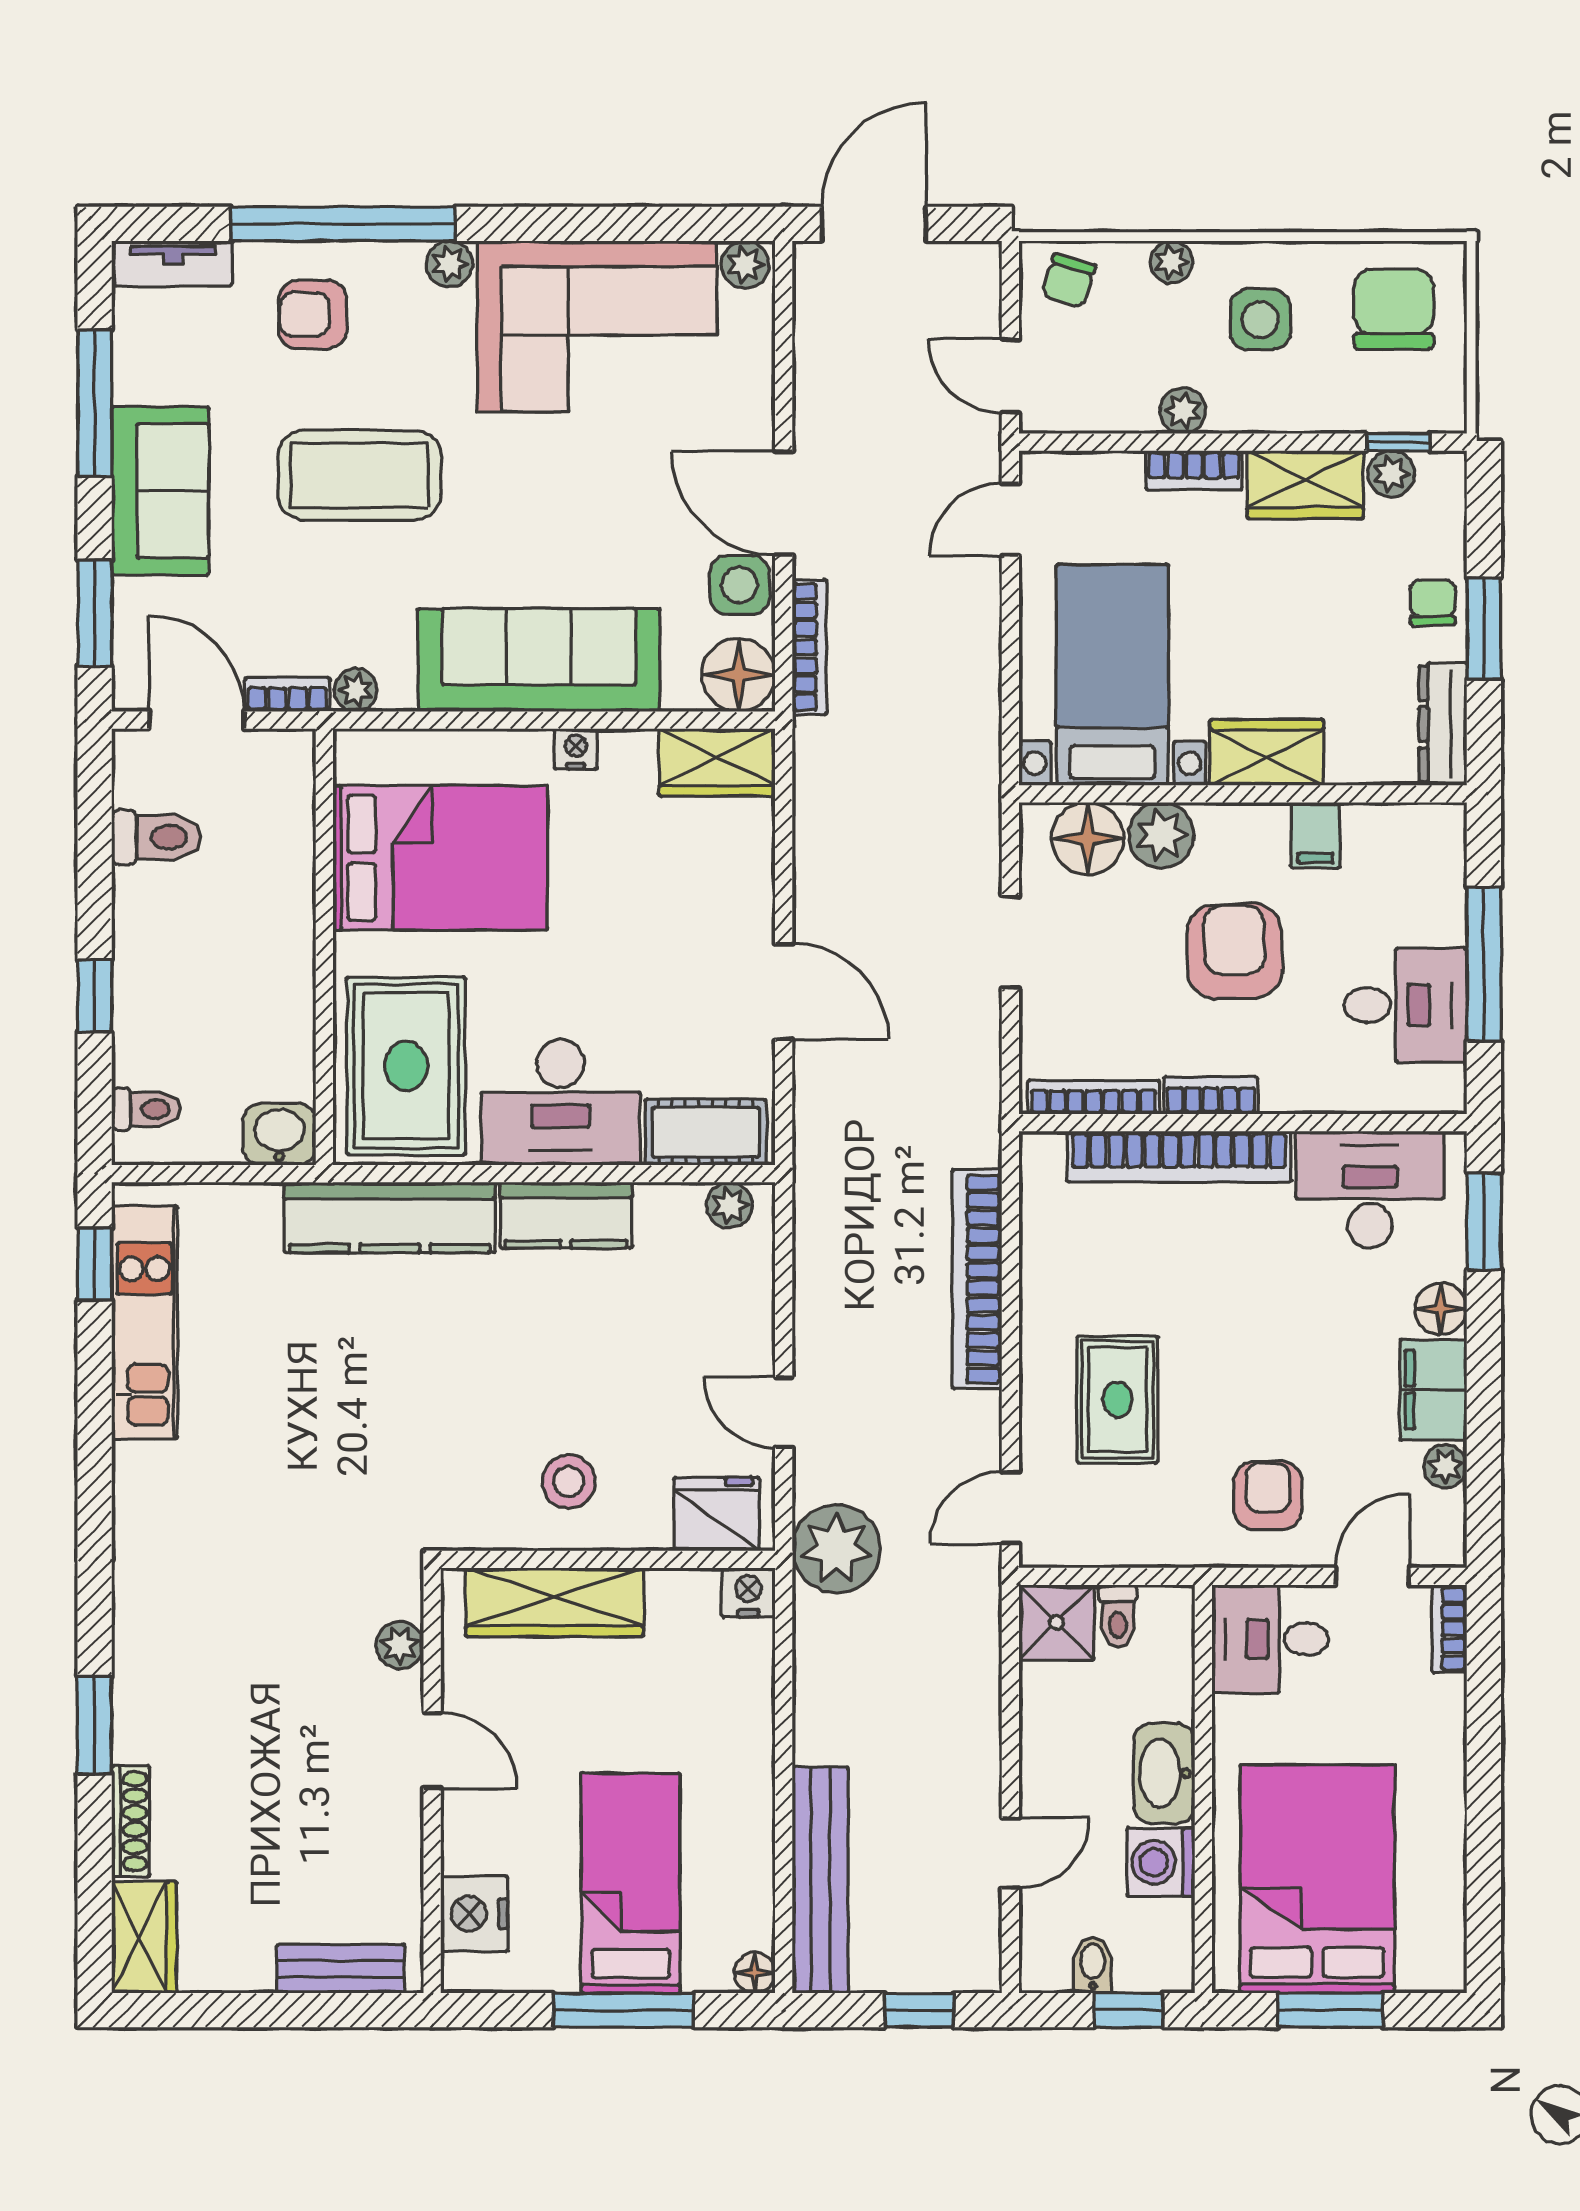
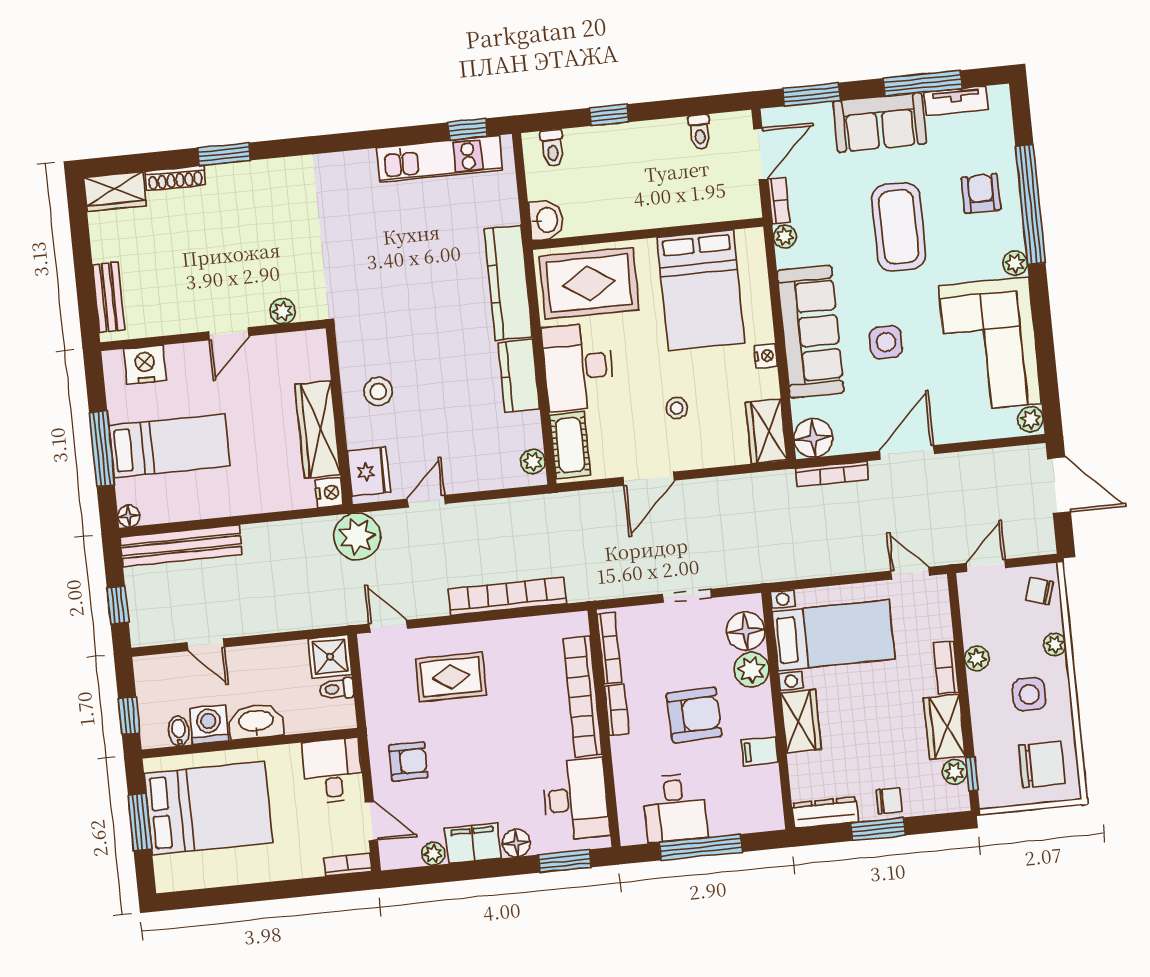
tv unit: (173, 263) -> (956, 101), moved, turned -90
side table: (740, 585) -> (886, 342), moved
toilet: (156, 837) -> (700, 132), width x0.73, depth x0.72
stool: (657, 925) -> (677, 408), added
wardrobe: (554, 1602) -> (318, 429), moved
bidet: (1093, 1965) -> (179, 731), moved, turned -90

